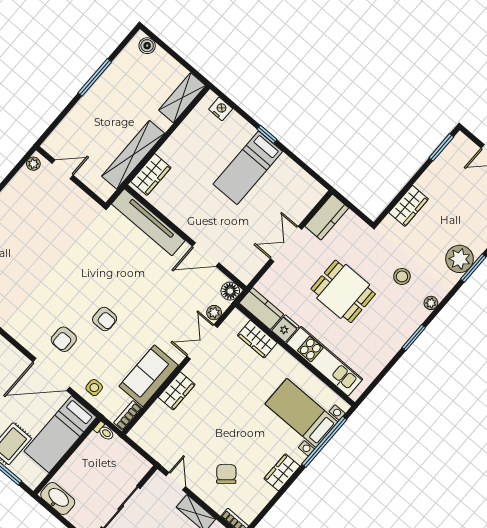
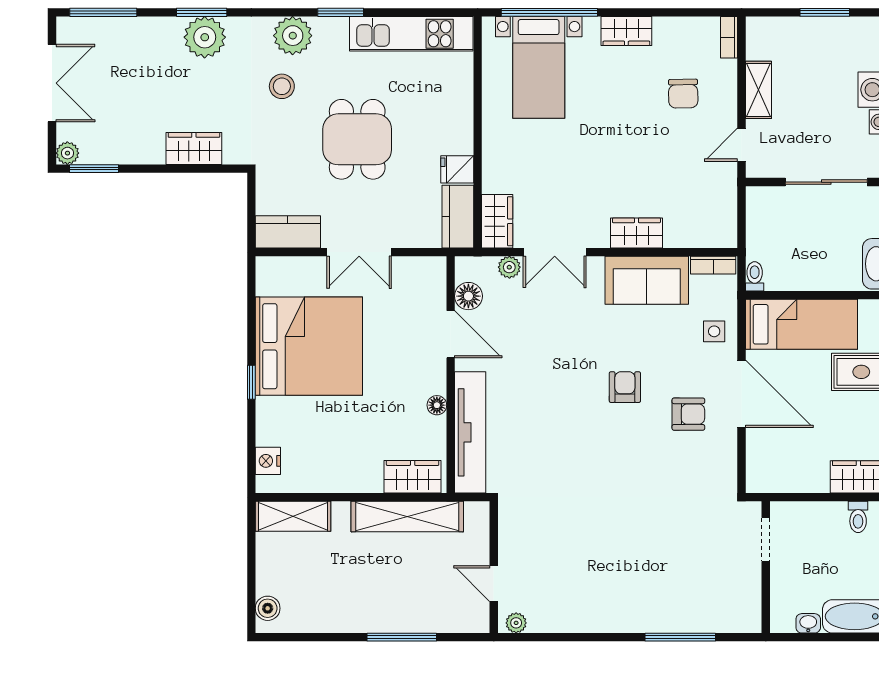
window: (95, 77) -> (402, 637), moved
plant: (460, 141) -> (67, 153), added
bed: (248, 168) -> (309, 346), width x2.04
floor lamp: (176, 217) -> (437, 405), added
floor lamp: (230, 291) -> (468, 296), moved
plant: (431, 303) -> (293, 36), width x1.88, depth x1.88
wardrobe: (257, 339) -> (497, 221), moved
kitchen unit: (325, 361) -> (411, 34), moved, turned -90
chair: (226, 474) -> (683, 94), turned -51

